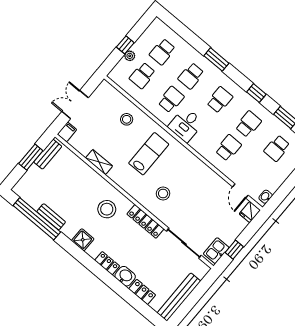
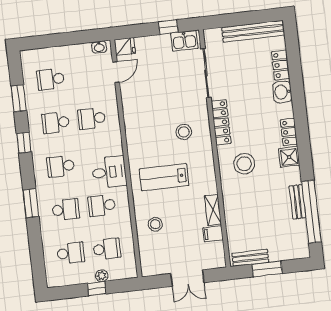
filing cabinet: (67, 132) -> (213, 234), moved
school desk: (277, 148) -> (51, 79), turned 180
locker: (107, 263) -> (289, 132), moved

